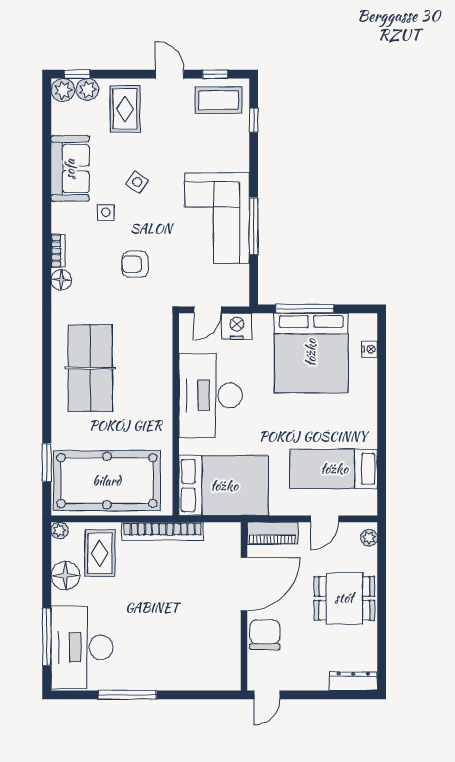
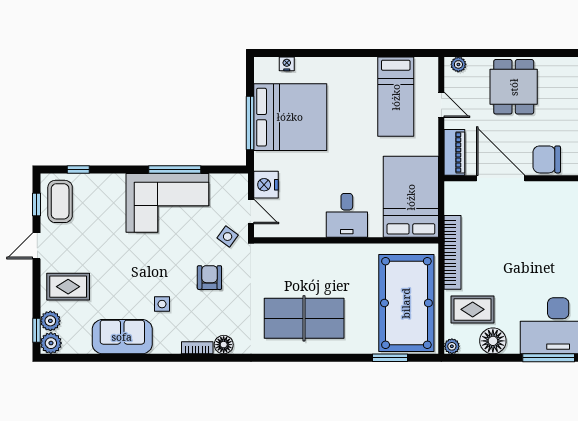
side table: (137, 182) -> (228, 237), moved
armchair: (135, 264) -> (209, 278), turned 180
desk: (211, 395) -> (347, 215), width x0.53, depth x0.77

